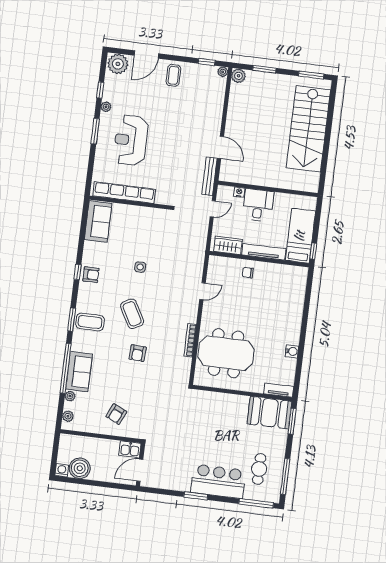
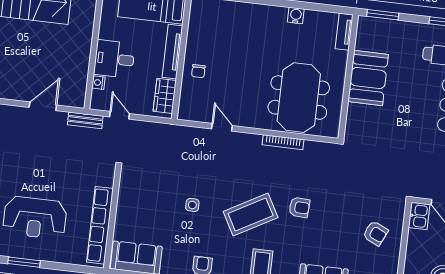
bench: (209, 176) -> (85, 120), width x0.73
coffee table: (132, 314) -> (251, 215), width x1.36, depth x1.32
booth: (269, 413) -> (368, 78), moved

